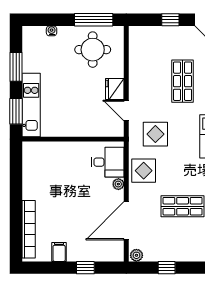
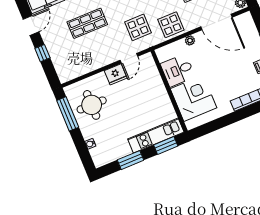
corner desk: (54, 162) -> (194, 98), added
desk: (108, 162) -> (178, 70), moved, turned -90

